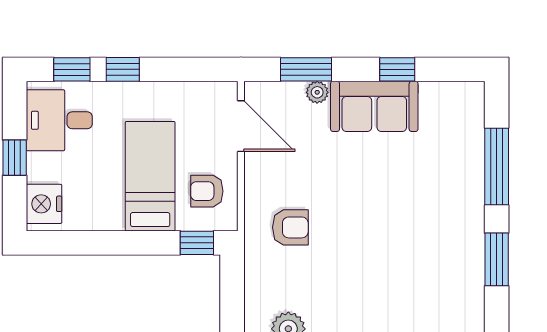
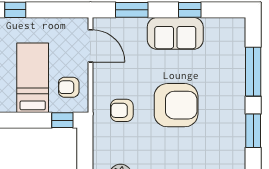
plant: (317, 92) -> (139, 24), removed
armchair: (376, 219) -> (176, 105), added
armchair: (290, 227) -> (122, 110), turned 180

